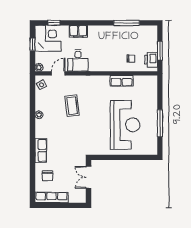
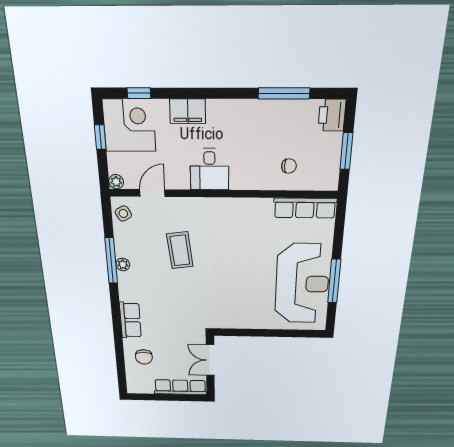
desk: (78, 60) -> (209, 169), moved
printer: (151, 60) -> (332, 115), moved
row of seats: (122, 81) -> (305, 208), moved, width x1.48
window: (32, 113) -> (111, 261), added
reception desk: (125, 125) -> (302, 284), moved
row of seats: (52, 197) -> (180, 387), moved

